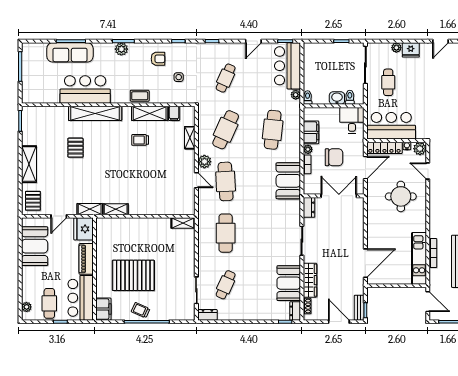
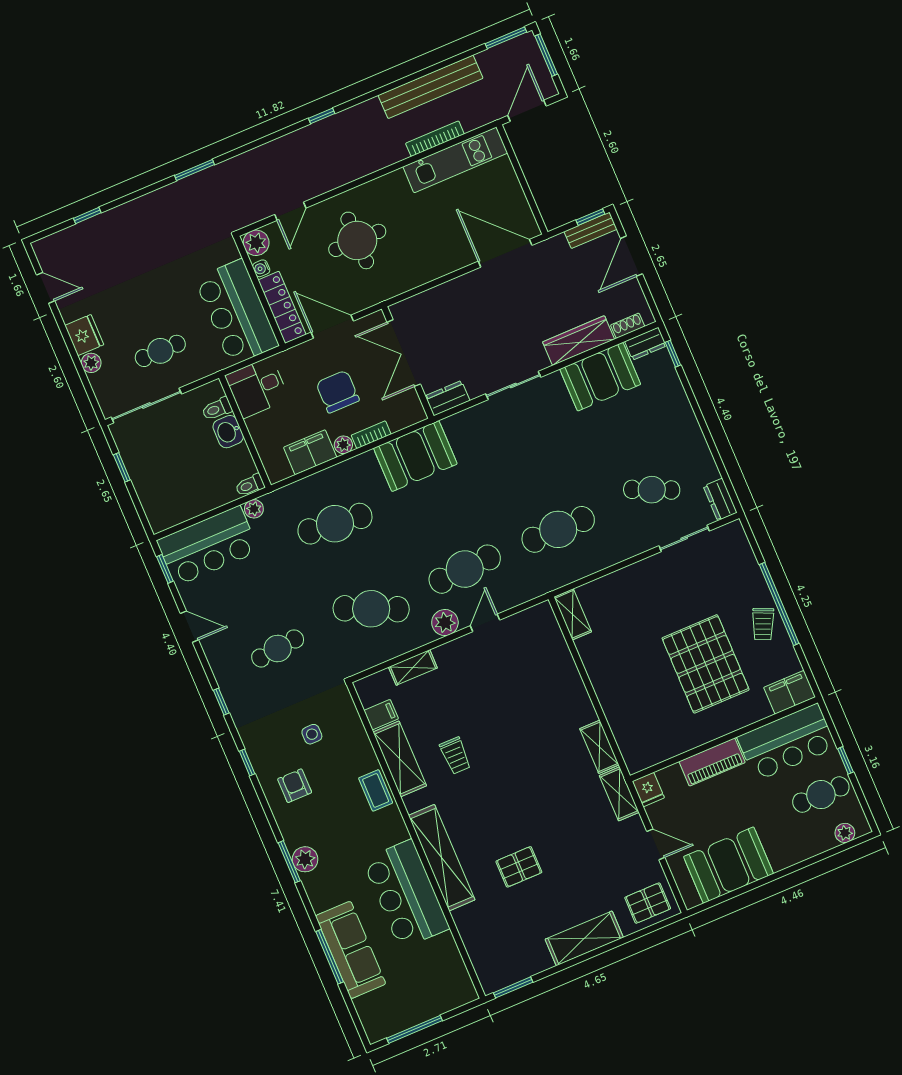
cafe table: (226, 78) -> (278, 648), turned -30
fridge: (84, 229) -> (648, 790), width x0.53, depth x0.75

